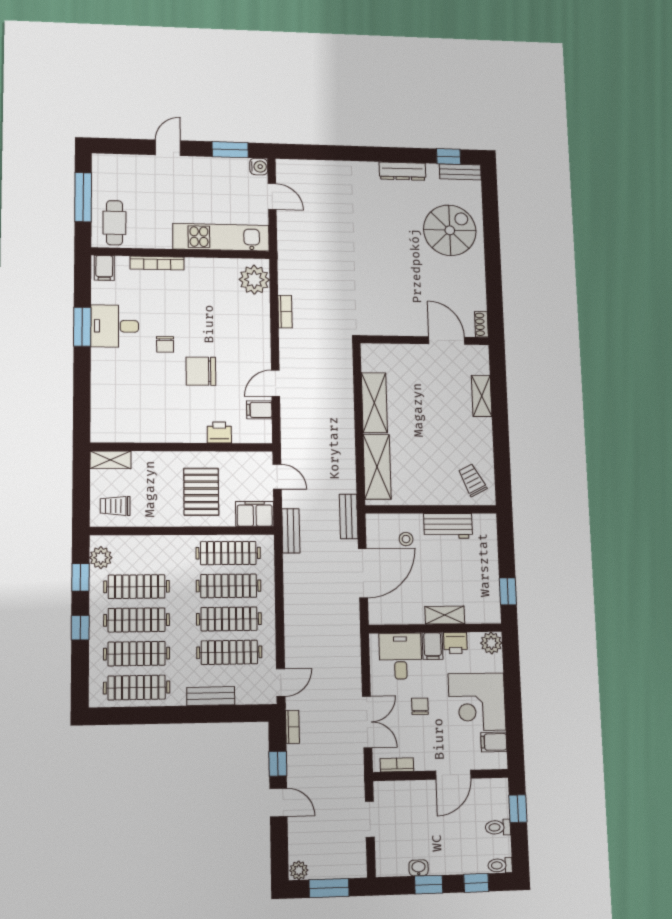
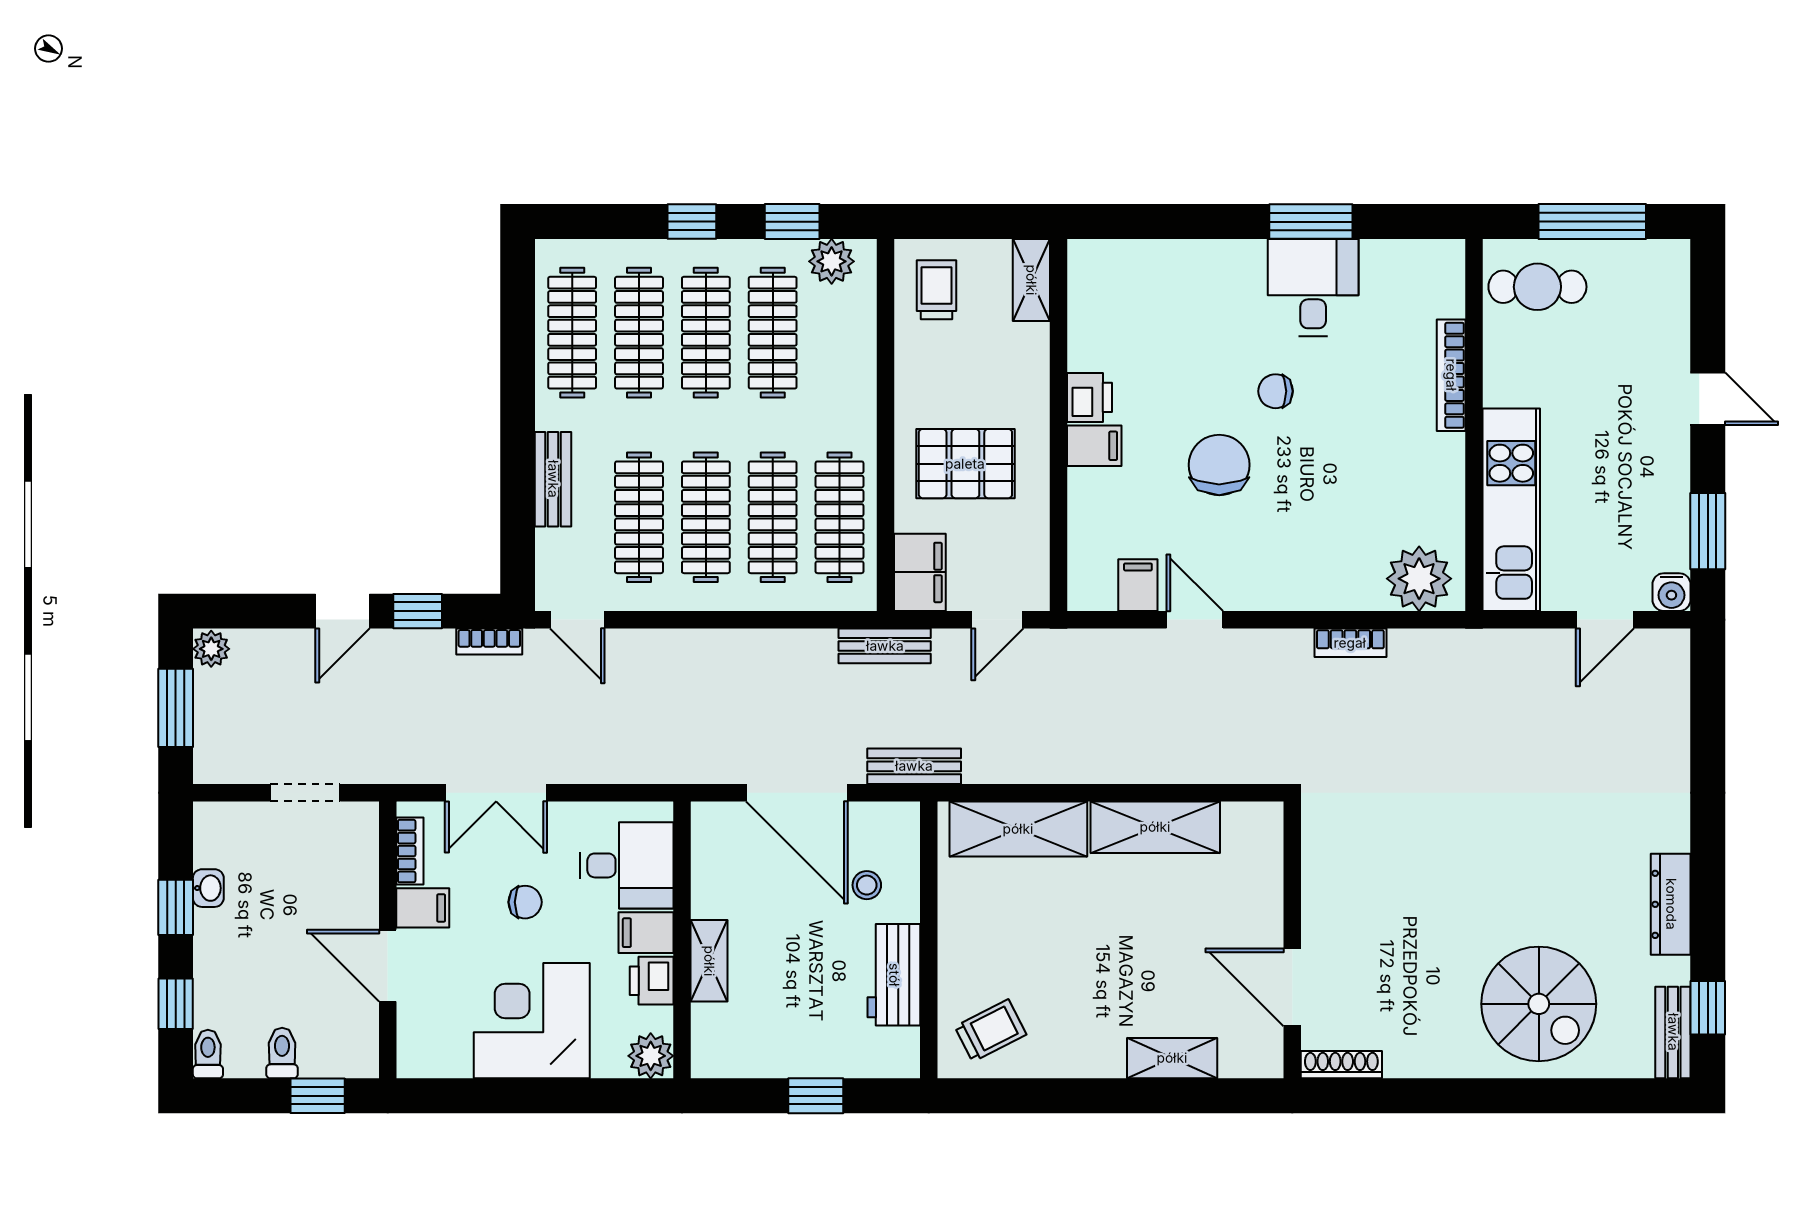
filing cabinet: (104, 268) -> (1094, 446), moved, turned 180
shoe rack: (481, 324) -> (1341, 1065), width x1.43
door: (447, 341) -> (1292, 987), swing flipped
printer: (219, 432) -> (1090, 397), moved
window: (508, 591) -> (816, 1096), moved
filing cabinet: (494, 742) -> (423, 908), moved, turned 90

